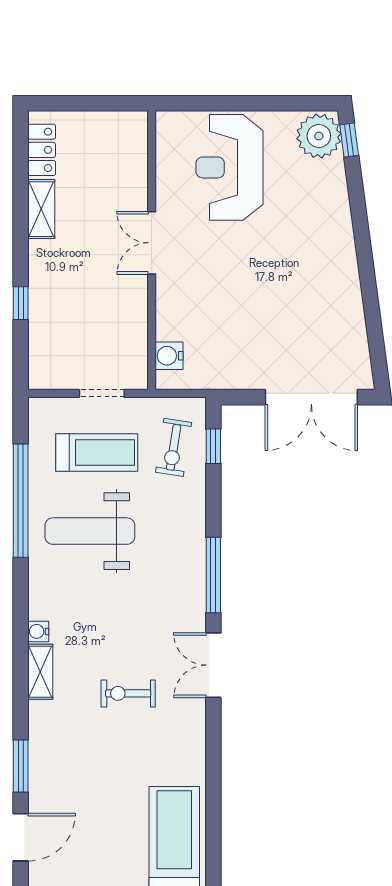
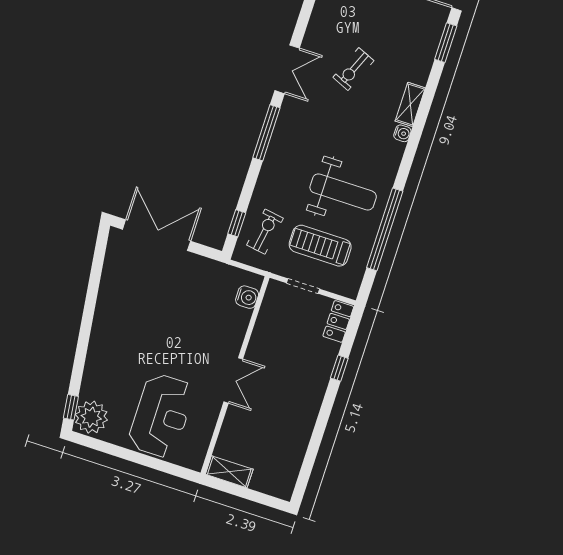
locker: (42, 150) -> (338, 321), moved
shelving: (41, 209) -> (229, 472), moved, turned 90
exercise bike: (128, 693) -> (353, 69), turned 113

